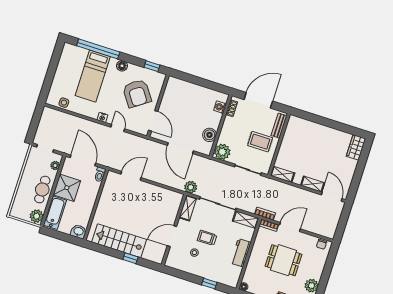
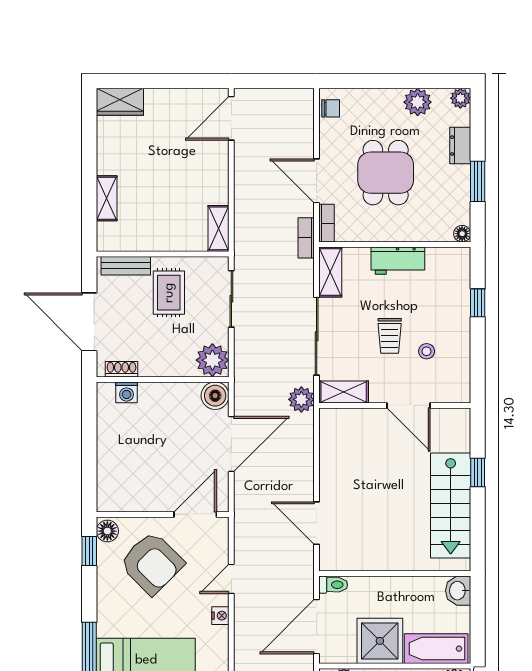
floor lamp: (122, 66) -> (107, 531), moved
armchair: (137, 93) -> (152, 563), turned 80
boiler: (209, 135) -> (215, 396), moved
shelving: (313, 184) -> (107, 198), moved

